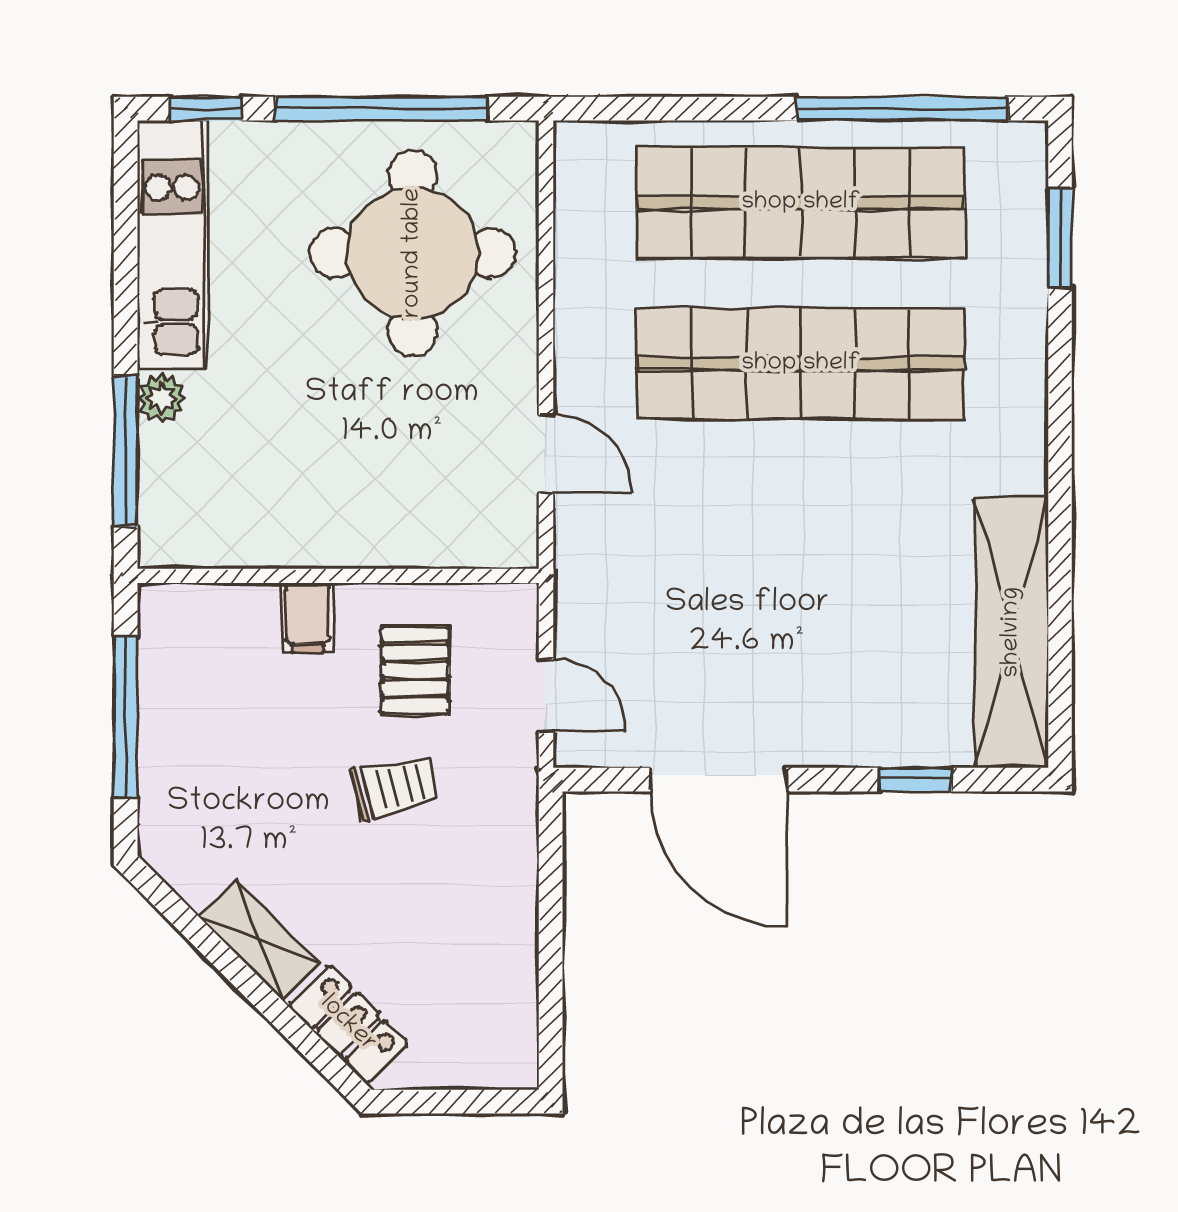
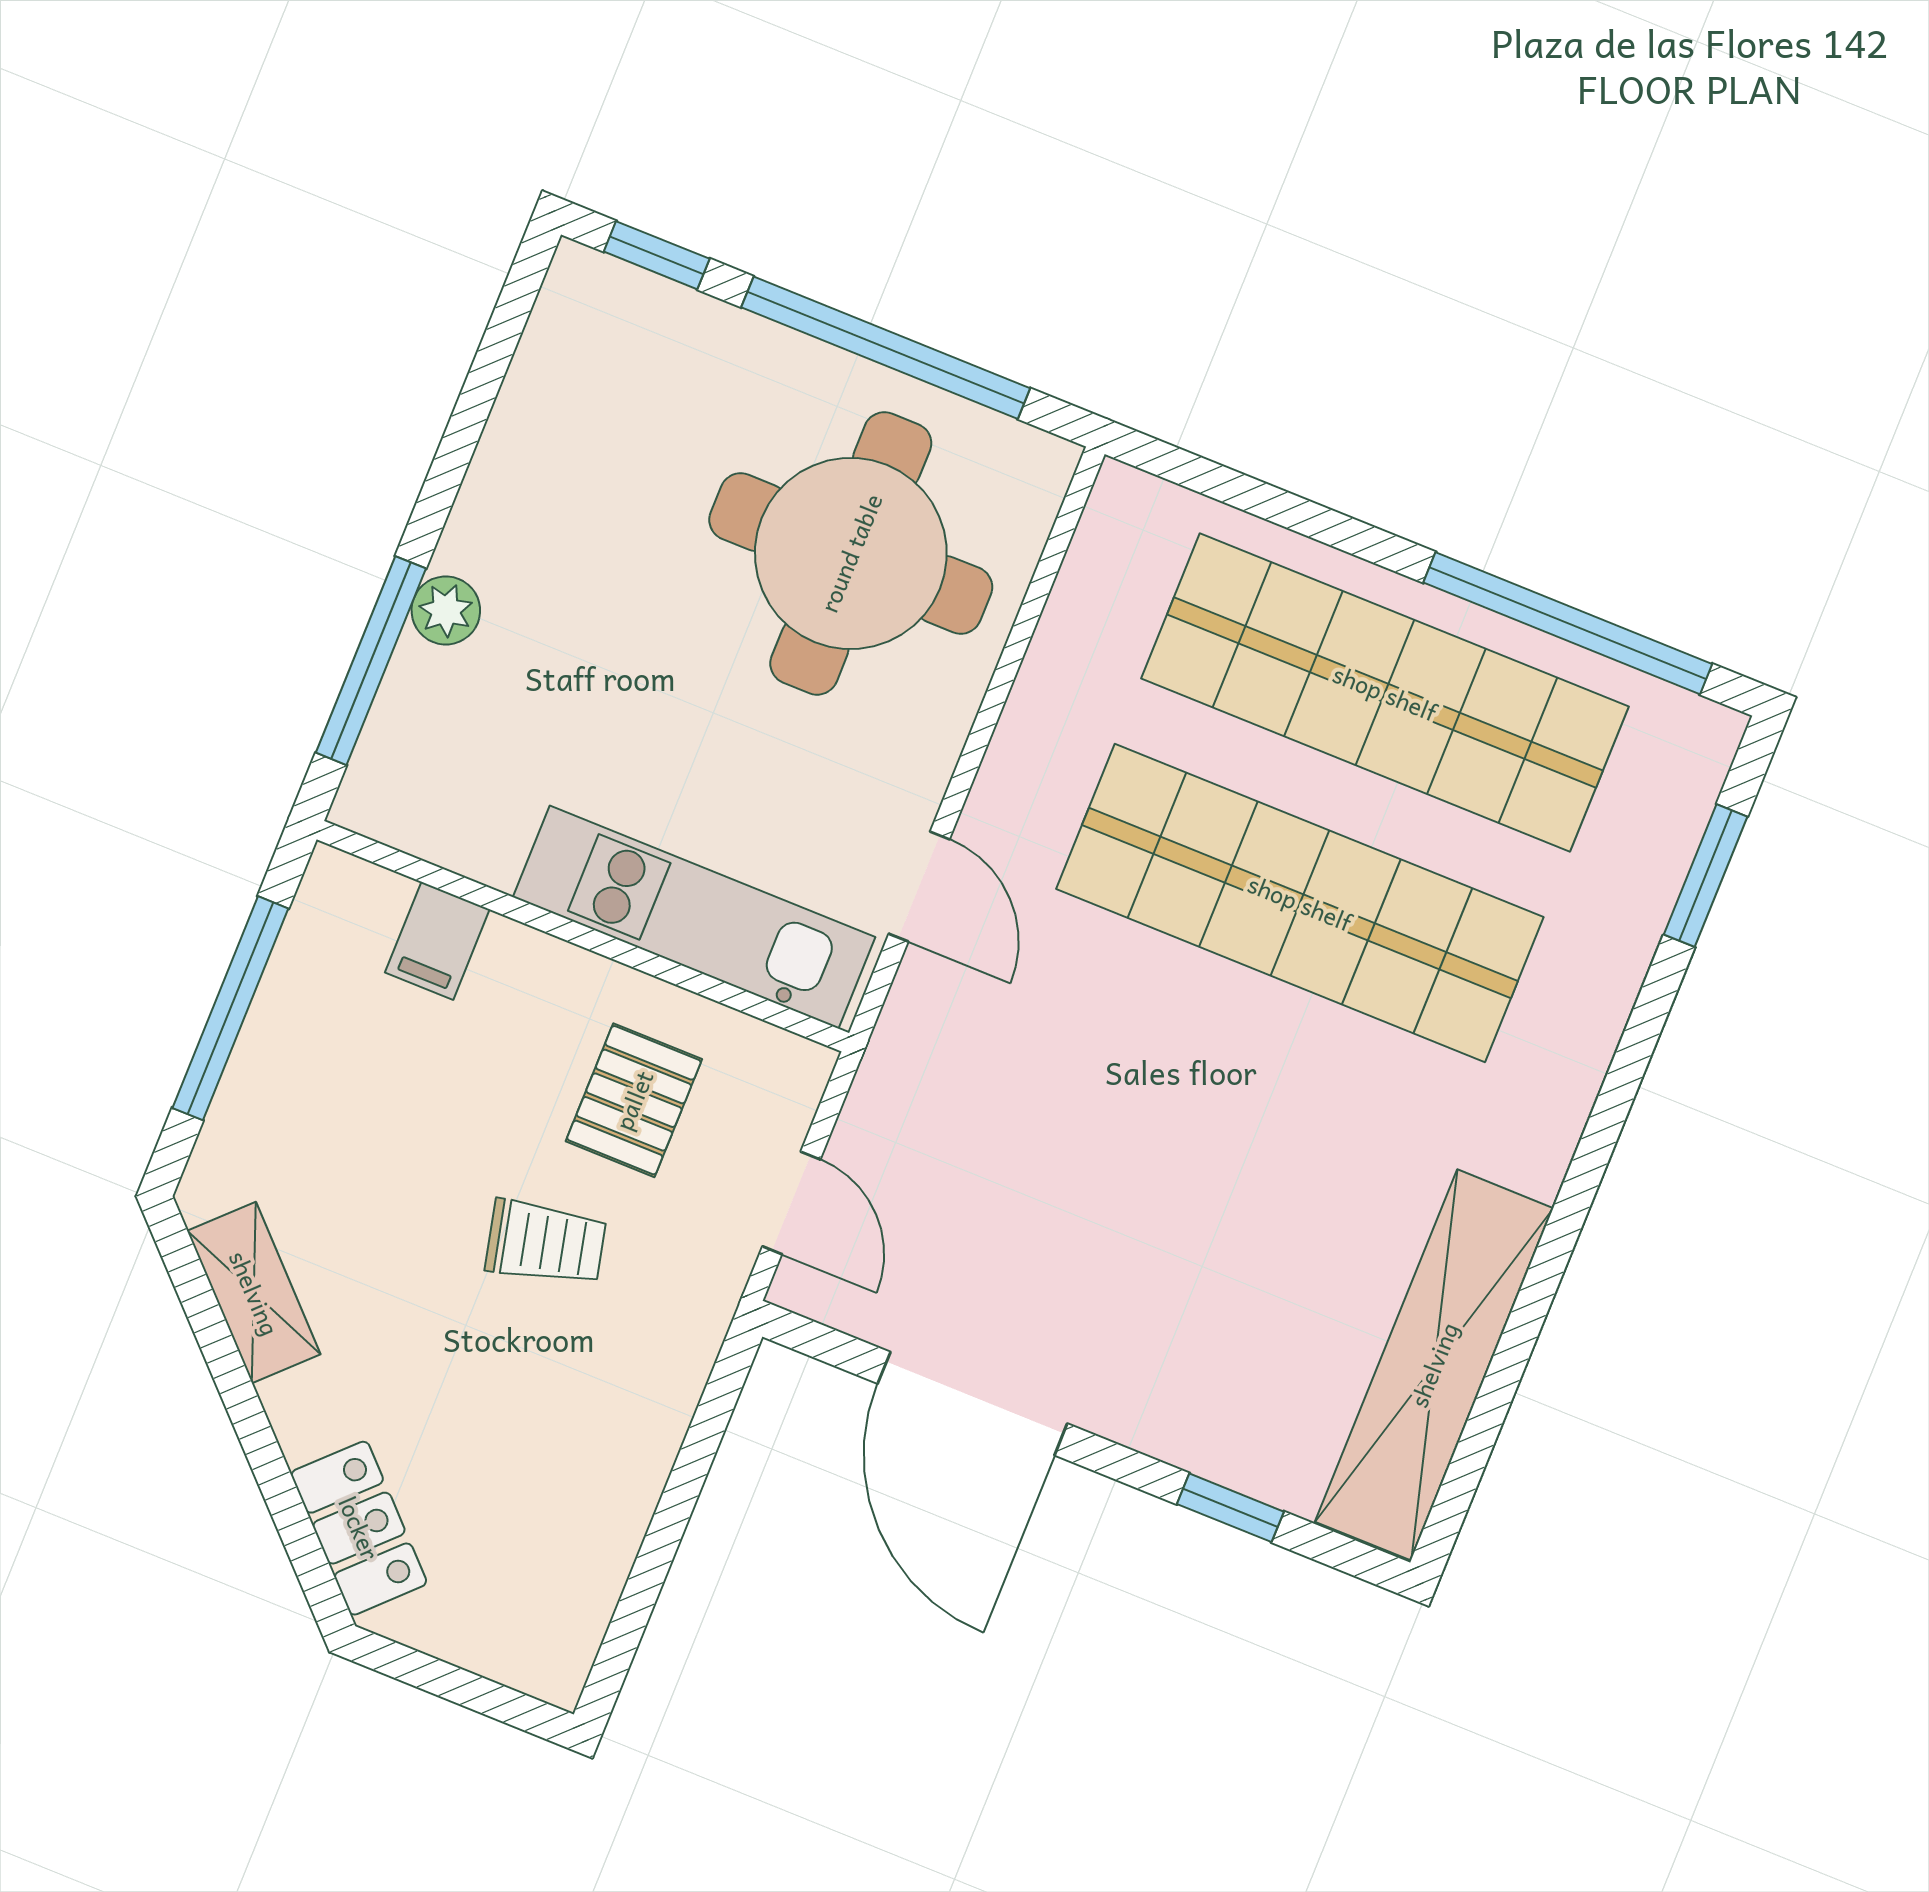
kitchen unit: (172, 245) -> (694, 917), moved, turned -90
filing cabinet: (308, 618) -> (437, 941), moved
shelving: (259, 940) -> (254, 1293), moved

